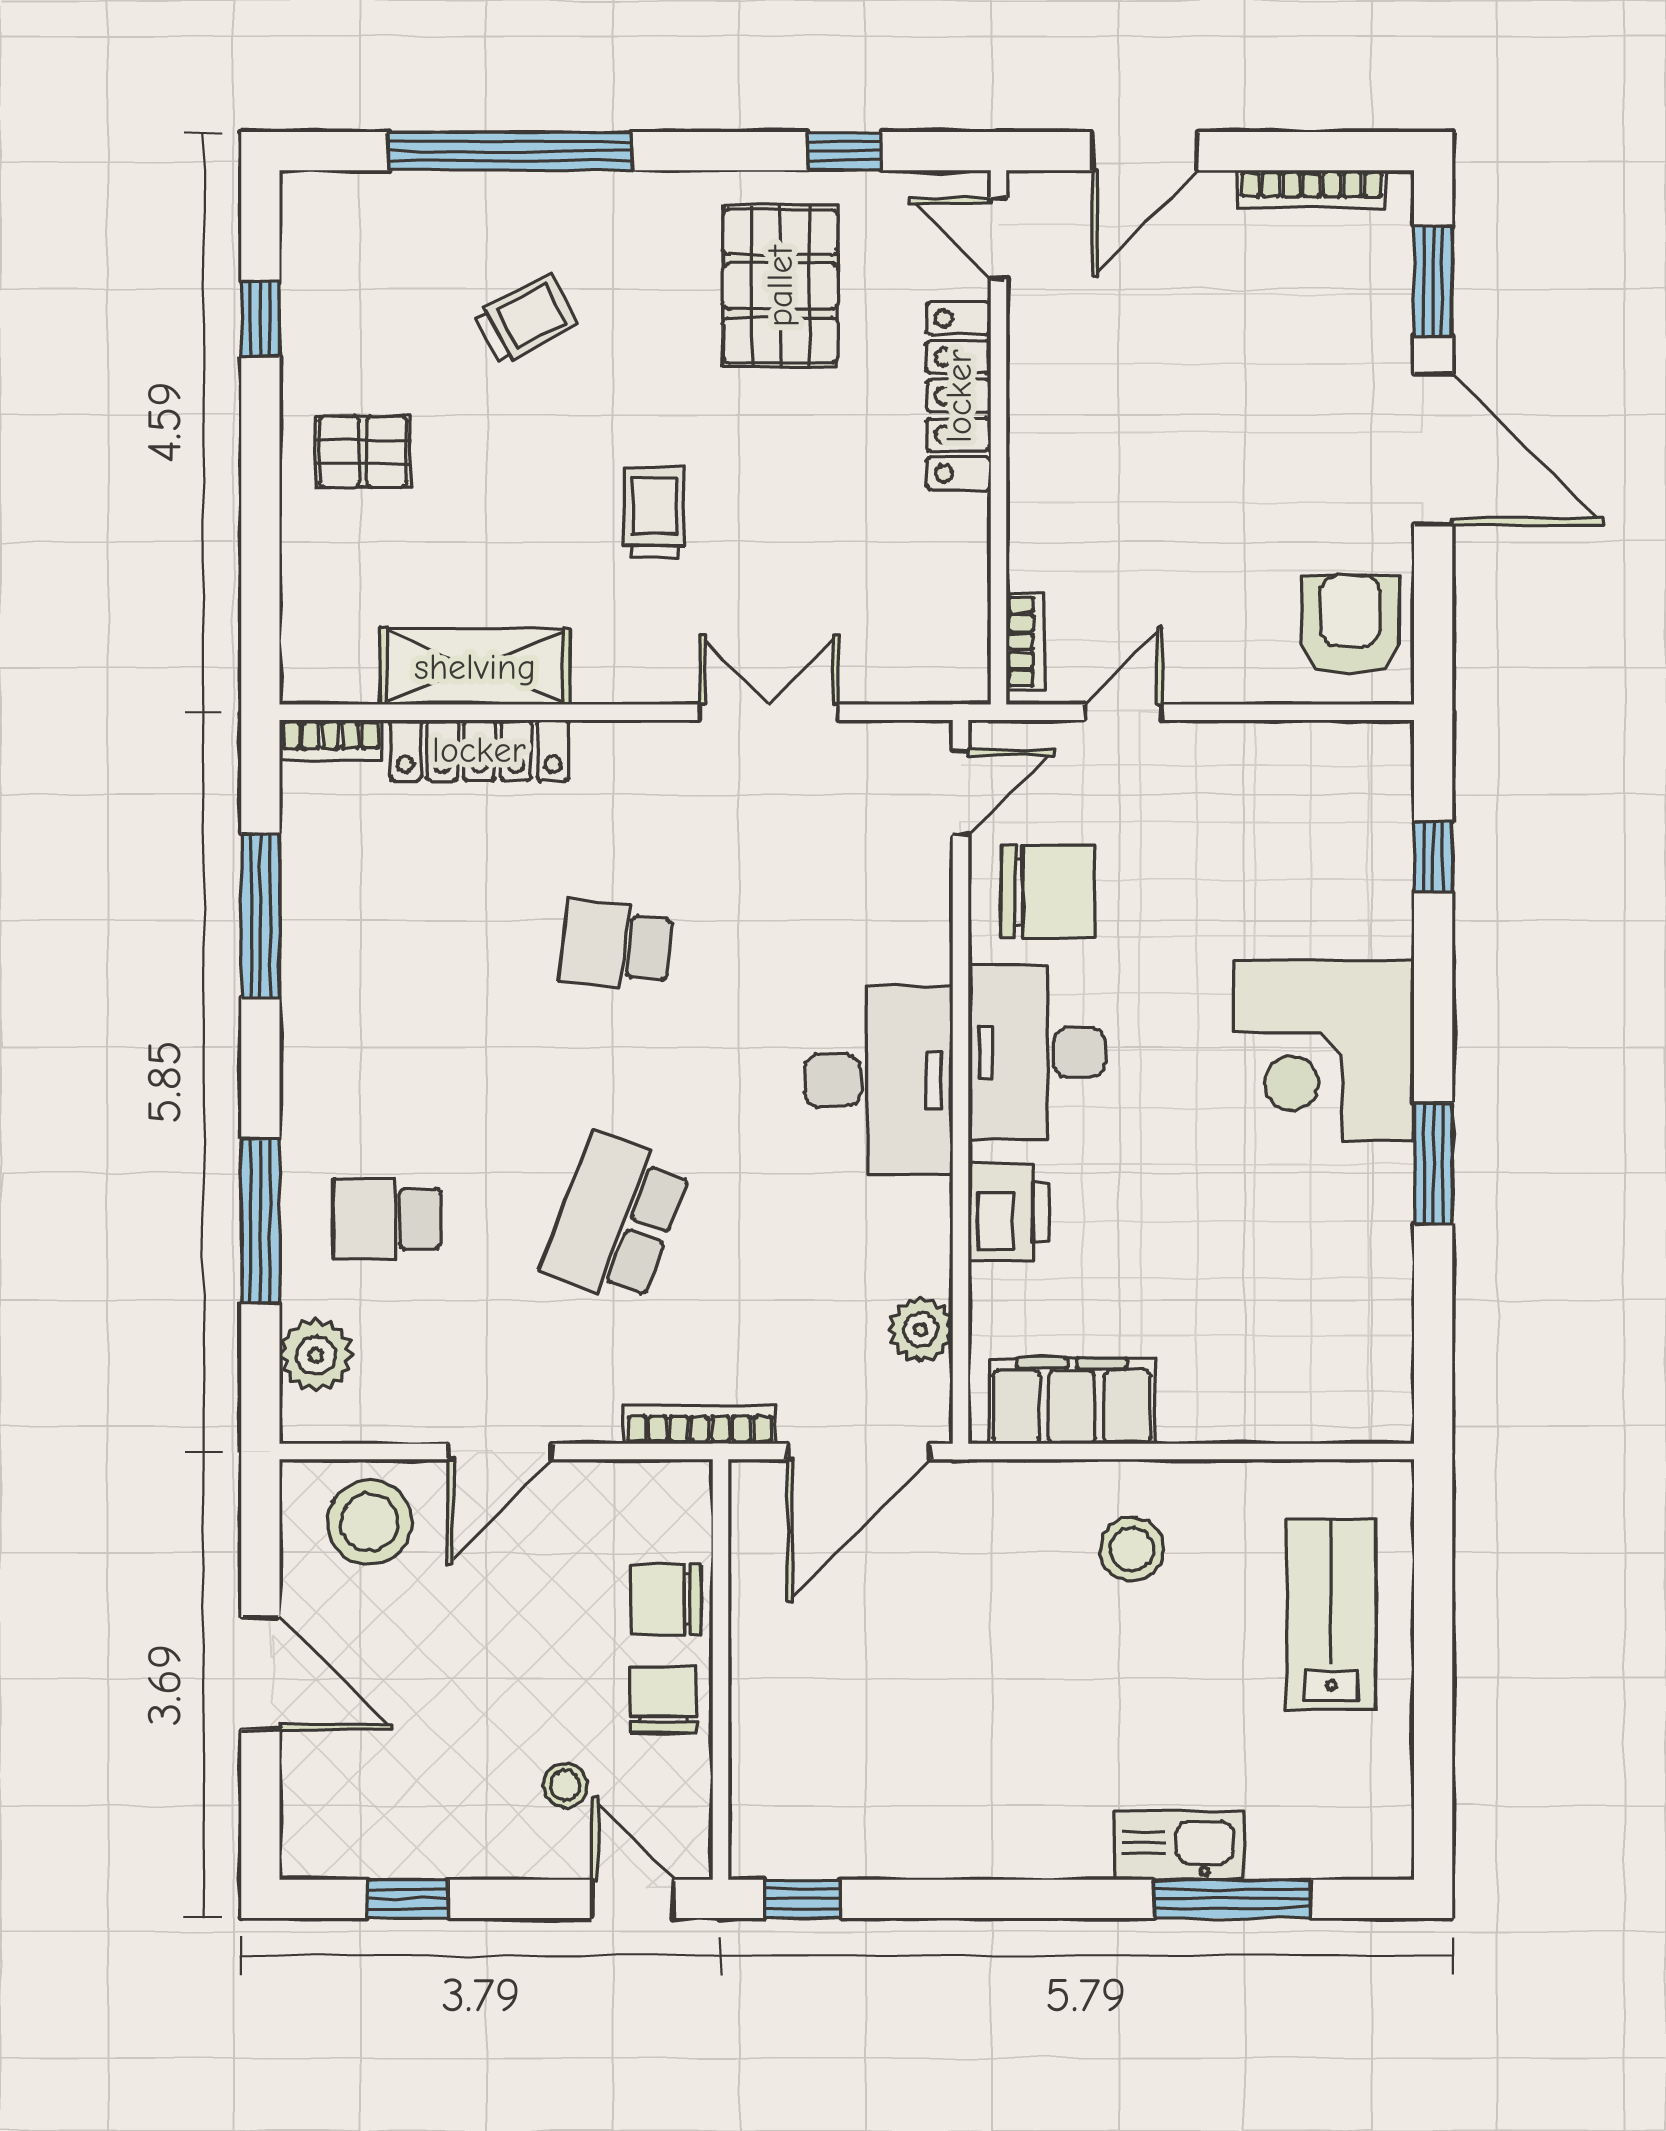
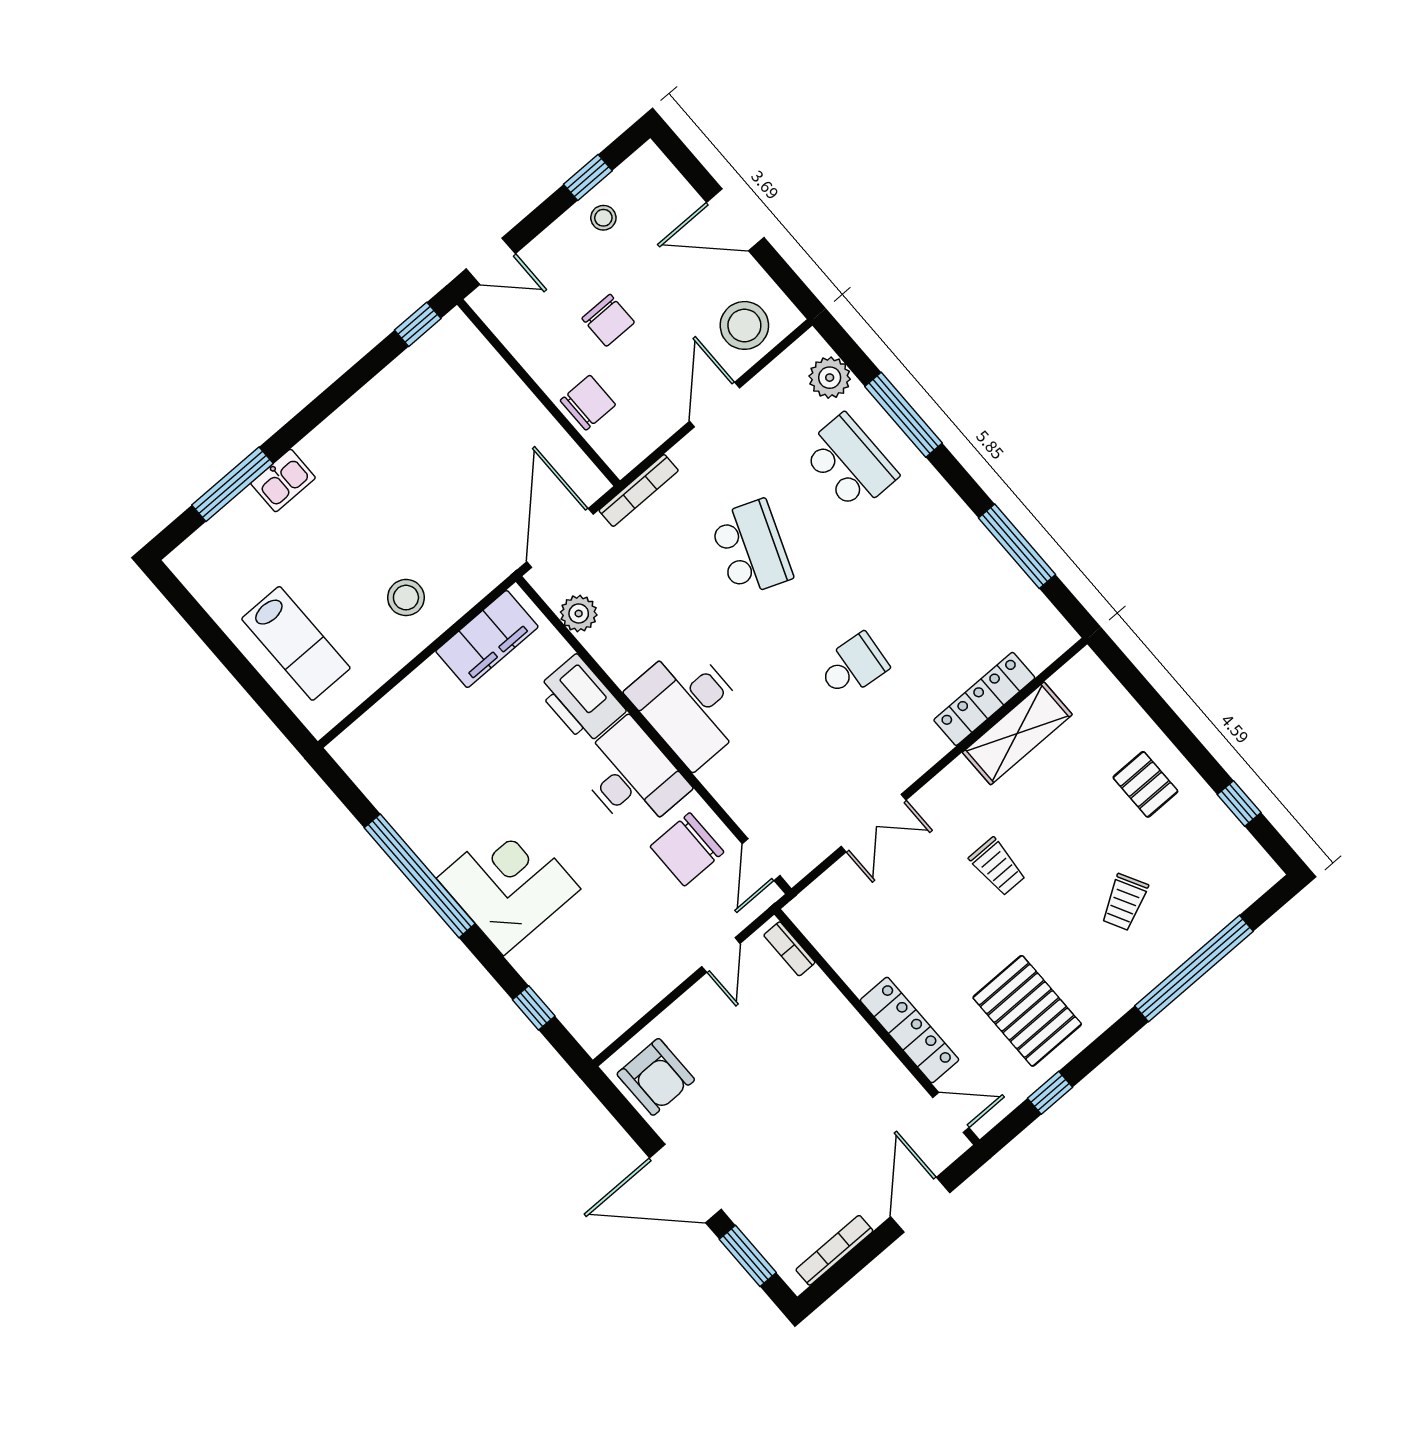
pallet: (363, 452) -> (1145, 784), turned 90
bookcase: (331, 740) -> (1052, 648), removed
window: (1433, 1163) -> (420, 876), width x2.11
printer: (1009, 1212) -> (581, 700), width x1.37, depth x1.19
school desk: (387, 1219) -> (850, 463), width x1.85
chair: (664, 1699) -> (608, 320), moved
stool: (565, 1785) -> (603, 218), moved
kitchen sink: (1179, 1846) -> (283, 481), width x0.73

